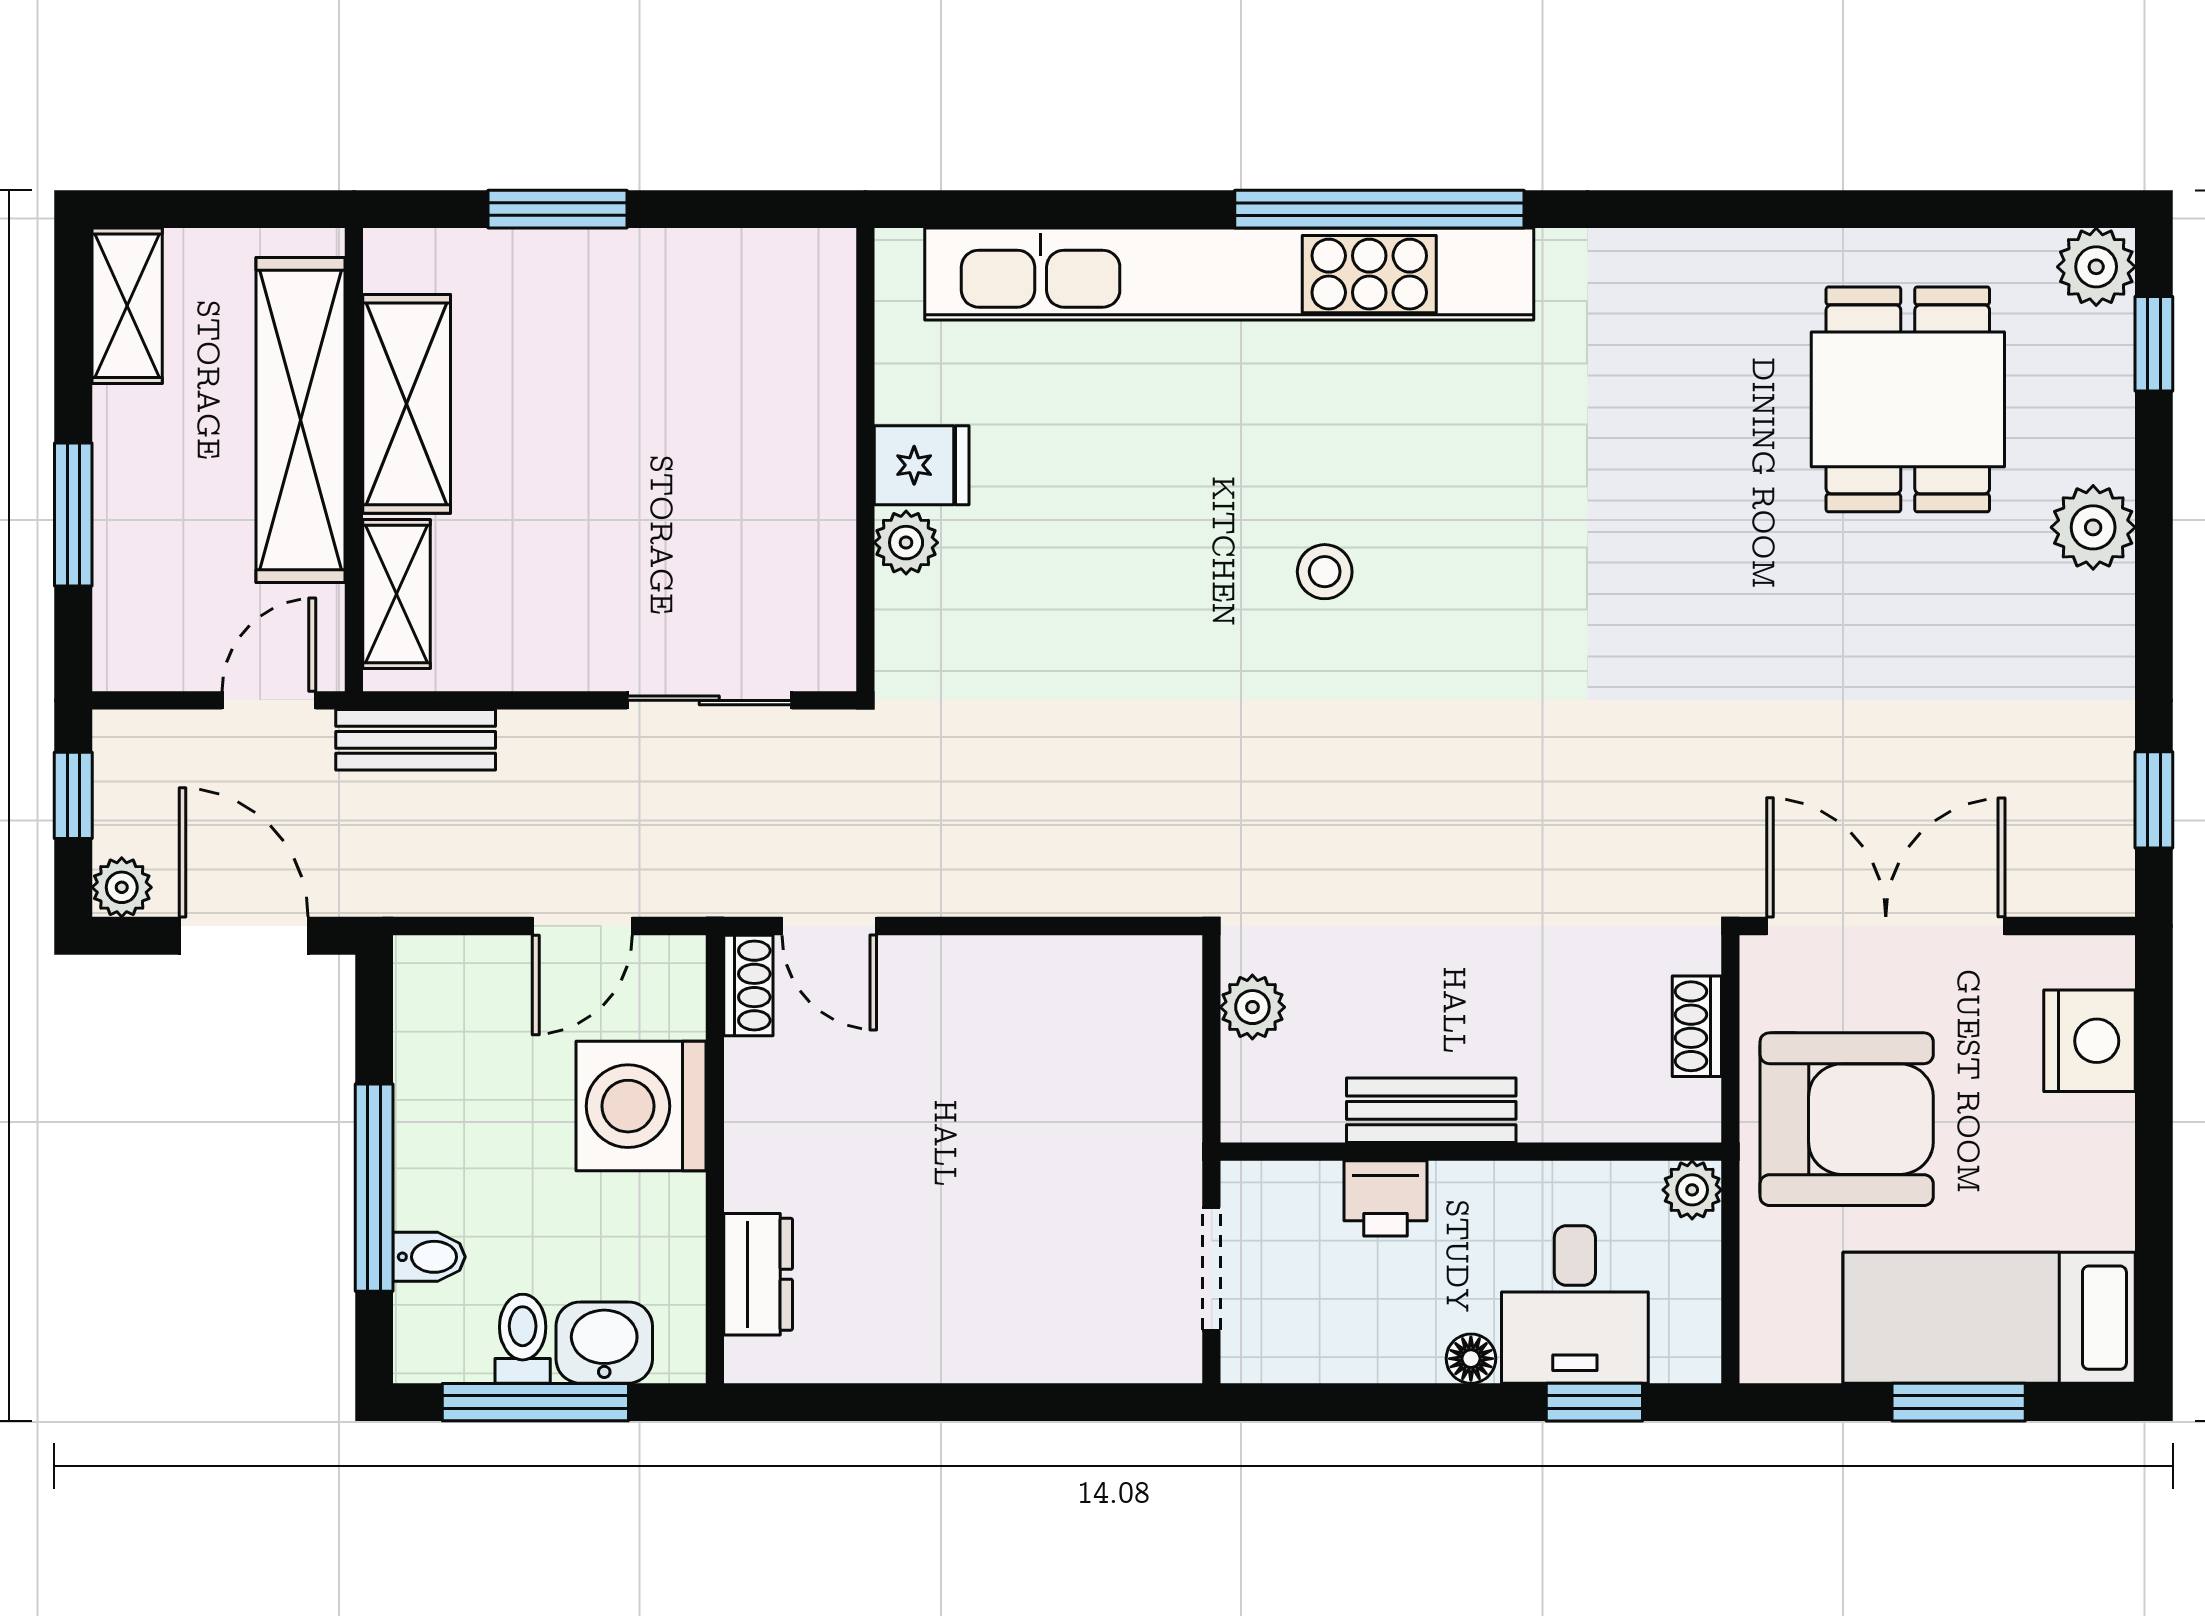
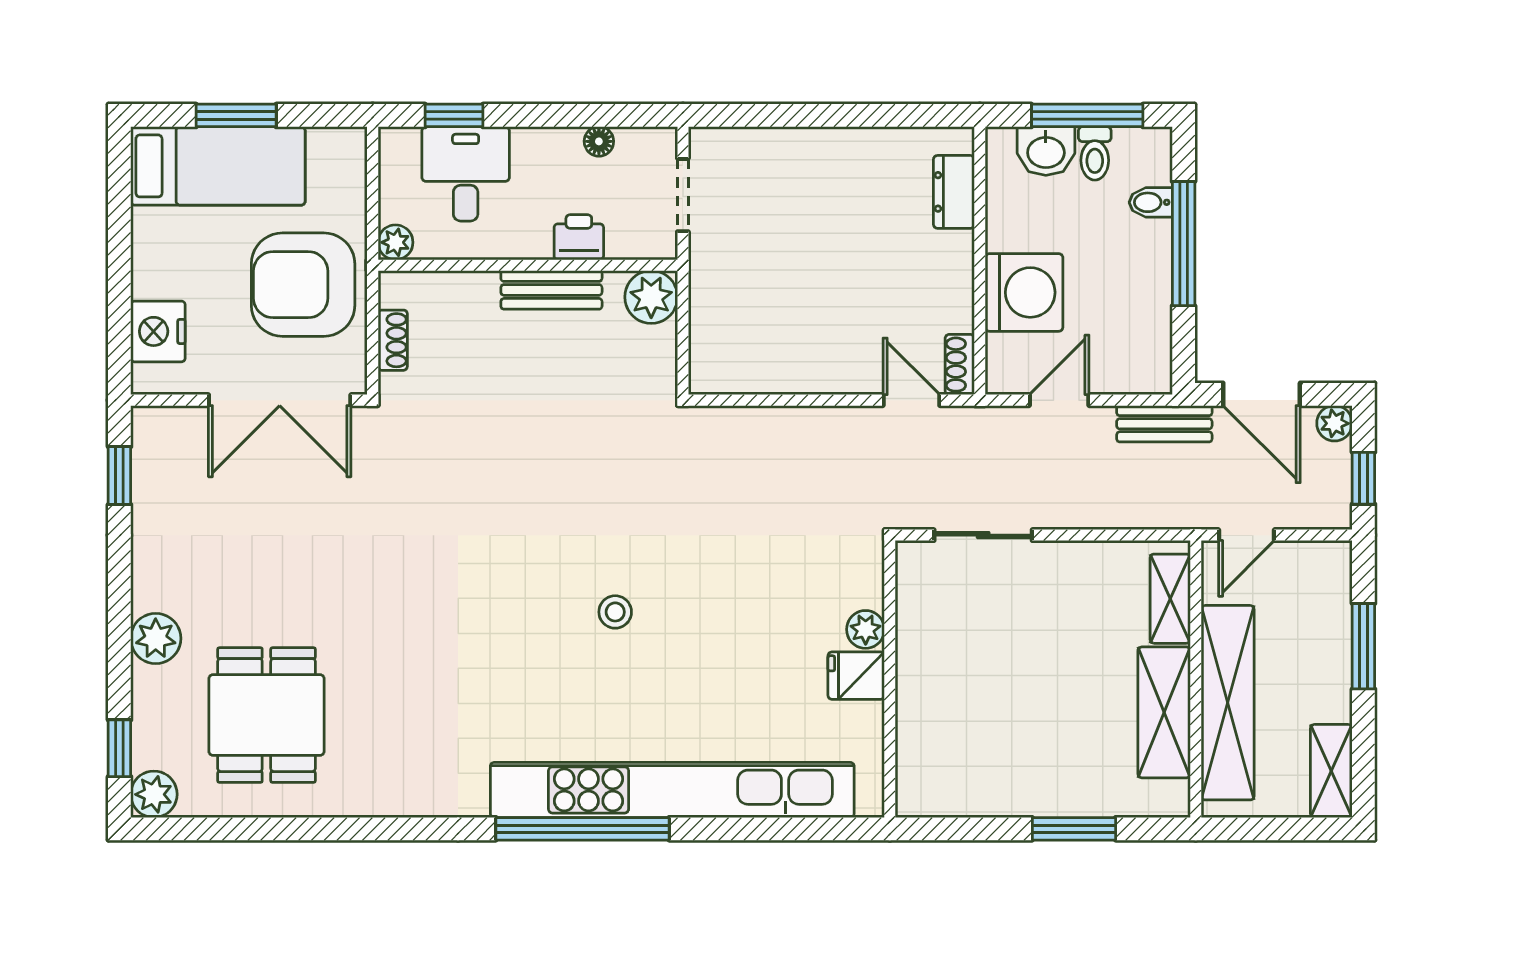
bench: (416, 740) -> (1164, 424), moved
plant: (1252, 1007) -> (651, 297), moved, width x1.38, depth x1.38
floor lamp: (1471, 1359) -> (599, 141), moved

